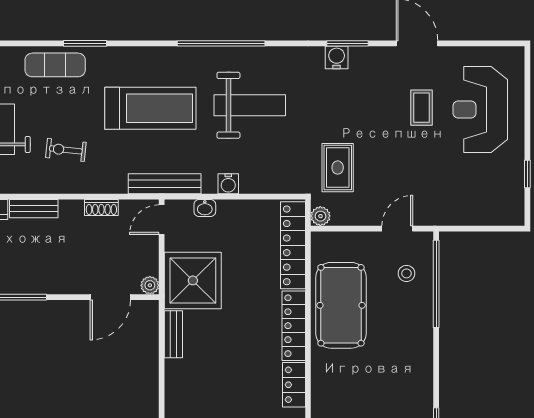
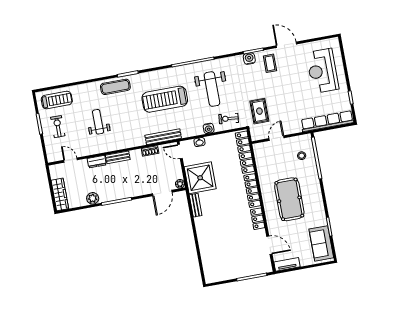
weight bench: (250, 105) -> (212, 89), turned 90
treadmill: (150, 108) -> (165, 99), turned 180
coffee table: (422, 108) -> (270, 63), moved
exercise bike: (66, 150) -> (229, 119), moved
bench: (165, 184) -> (163, 137), moved
row of seats: (471, 213) -> (327, 121), added
plant: (320, 216) -> (255, 136), removed
door: (162, 220) -> (180, 151), hinge flipped
door: (397, 229) -> (276, 138), moved
pool table: (341, 305) -> (289, 199), moved

